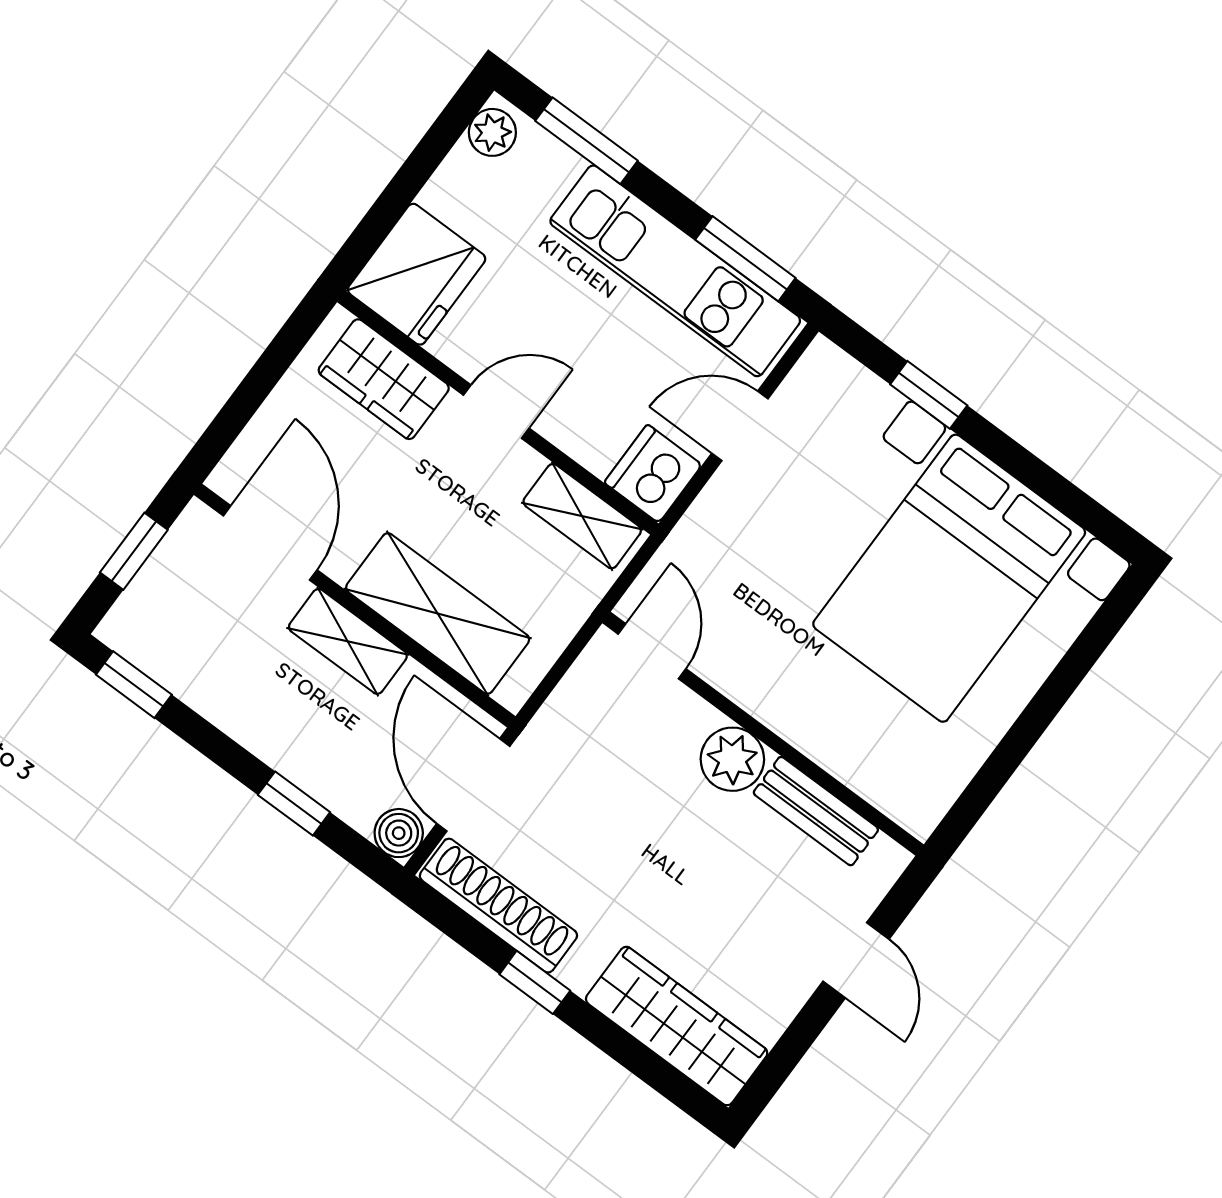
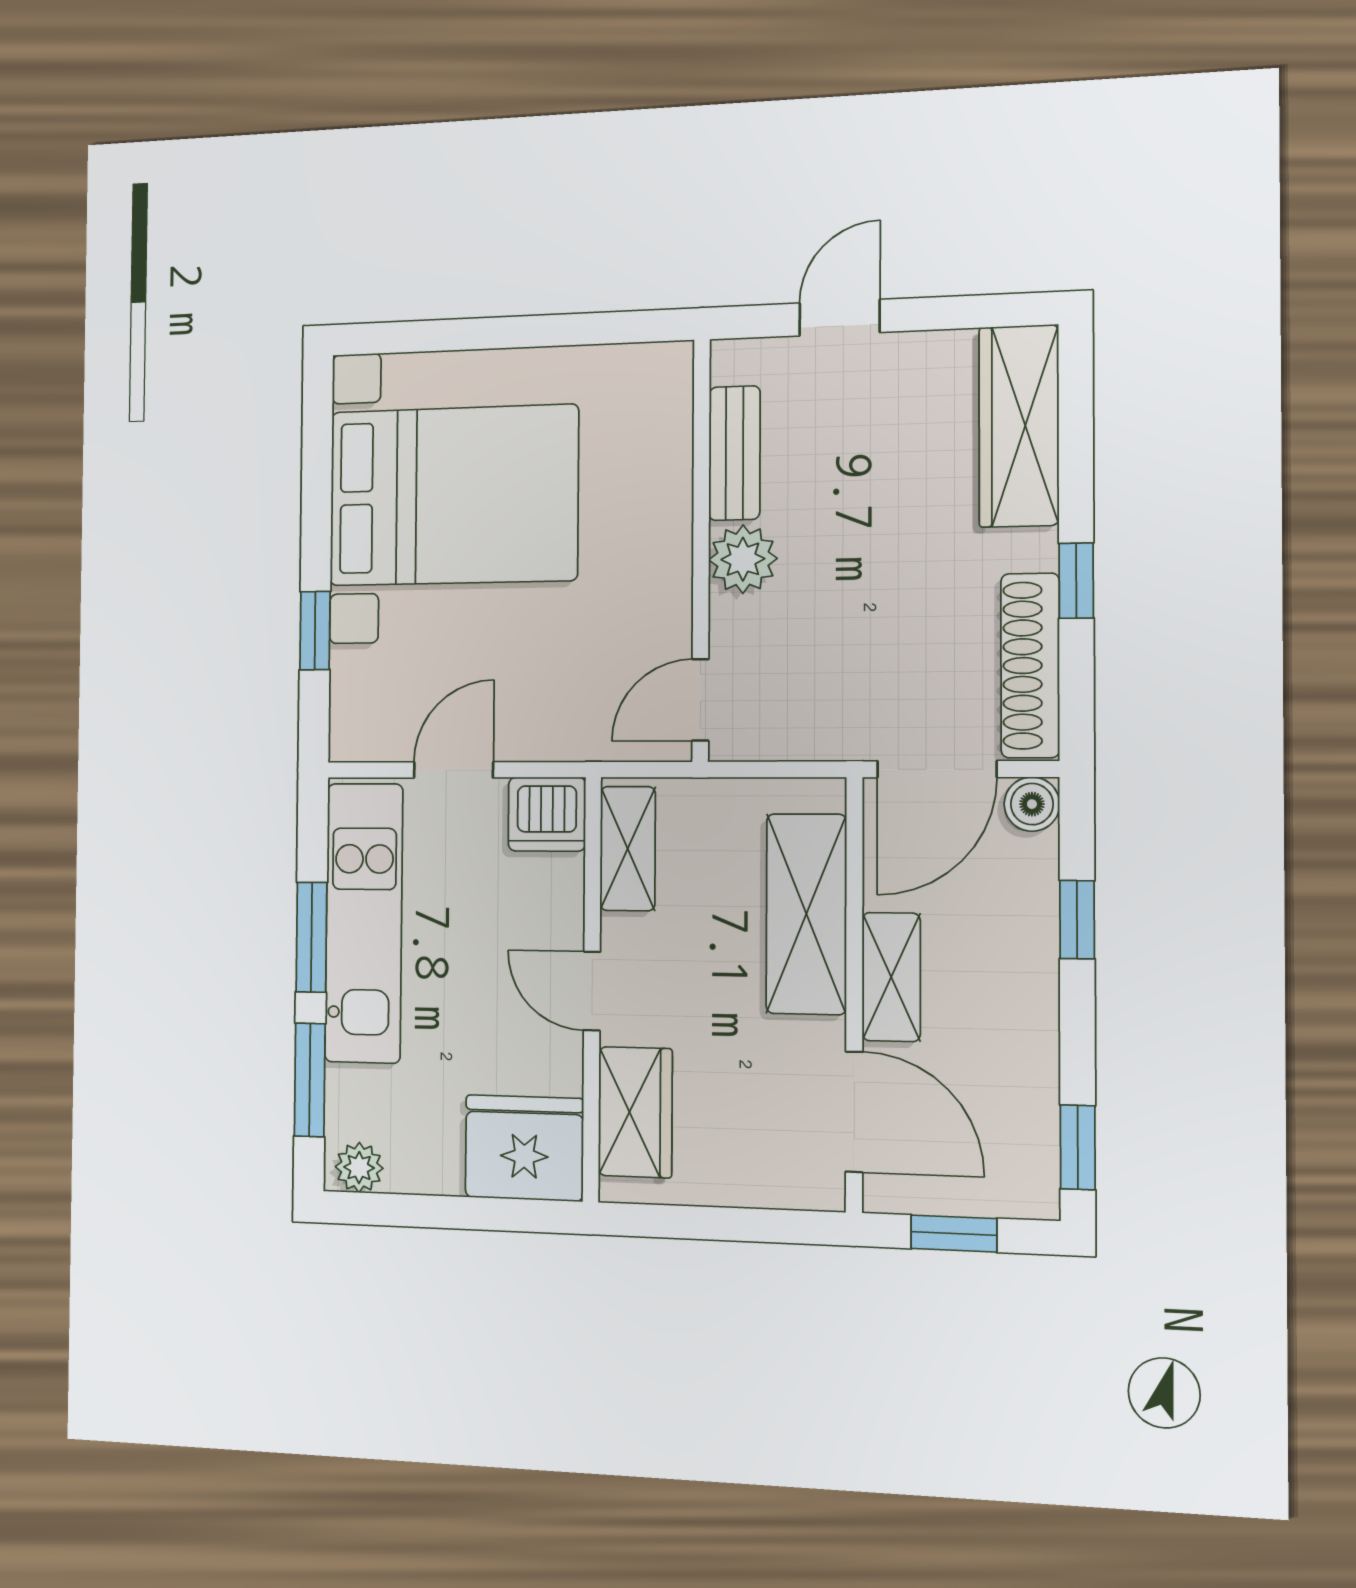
window: (745, 259) -> (311, 937), moved
door: (740, 426) -> (453, 770), swing flipped
door: (270, 543) -> (854, 1112), swing flipped

